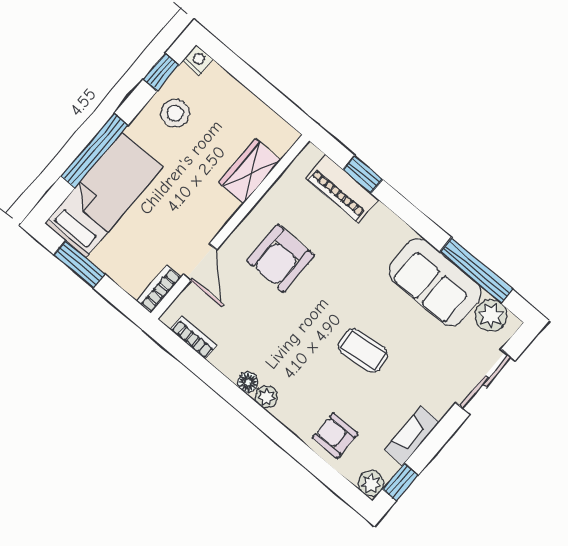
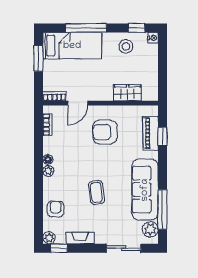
sofa: (435, 282) -> (145, 190), width x1.36

